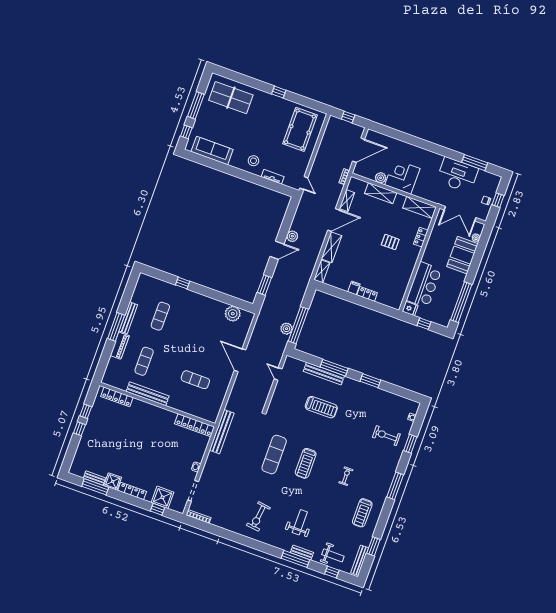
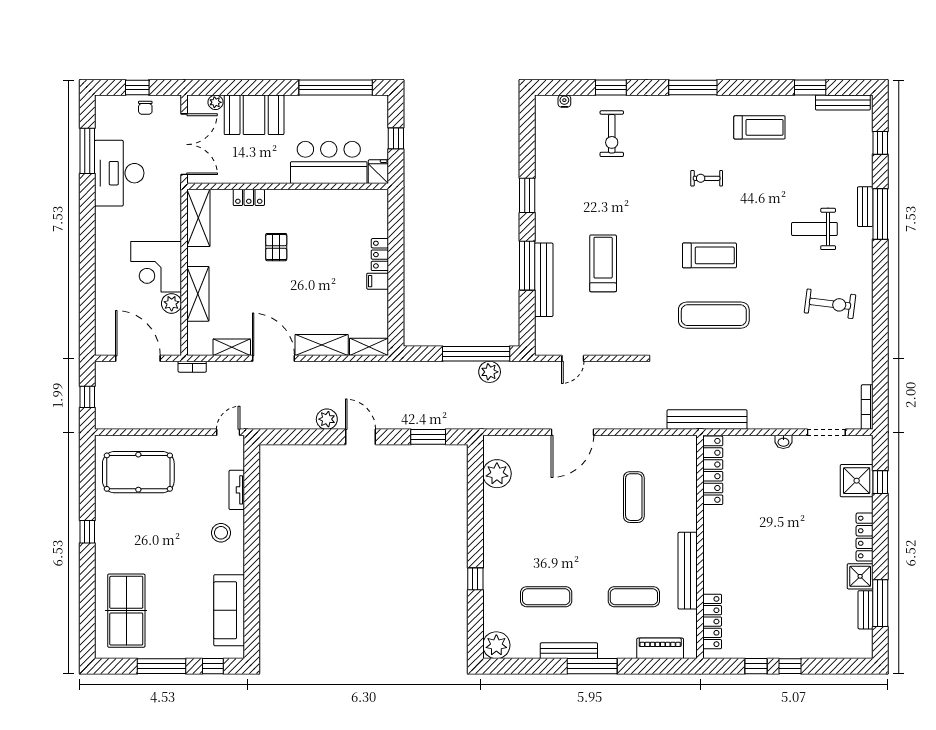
plant: (145, 282) -> (496, 645), added
piano: (120, 346) -> (660, 648), moved
weight bench: (333, 555) -> (851, 151), removed

